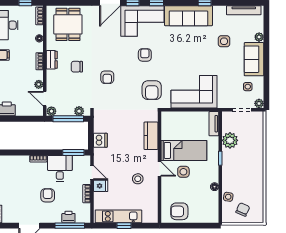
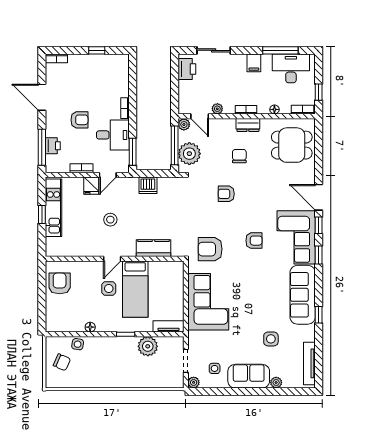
door: (45, 99) -> (200, 116), swing flipped
plant: (79, 111) -> (189, 154), width x1.88, depth x1.88
stool: (138, 179) -> (110, 220), moved

